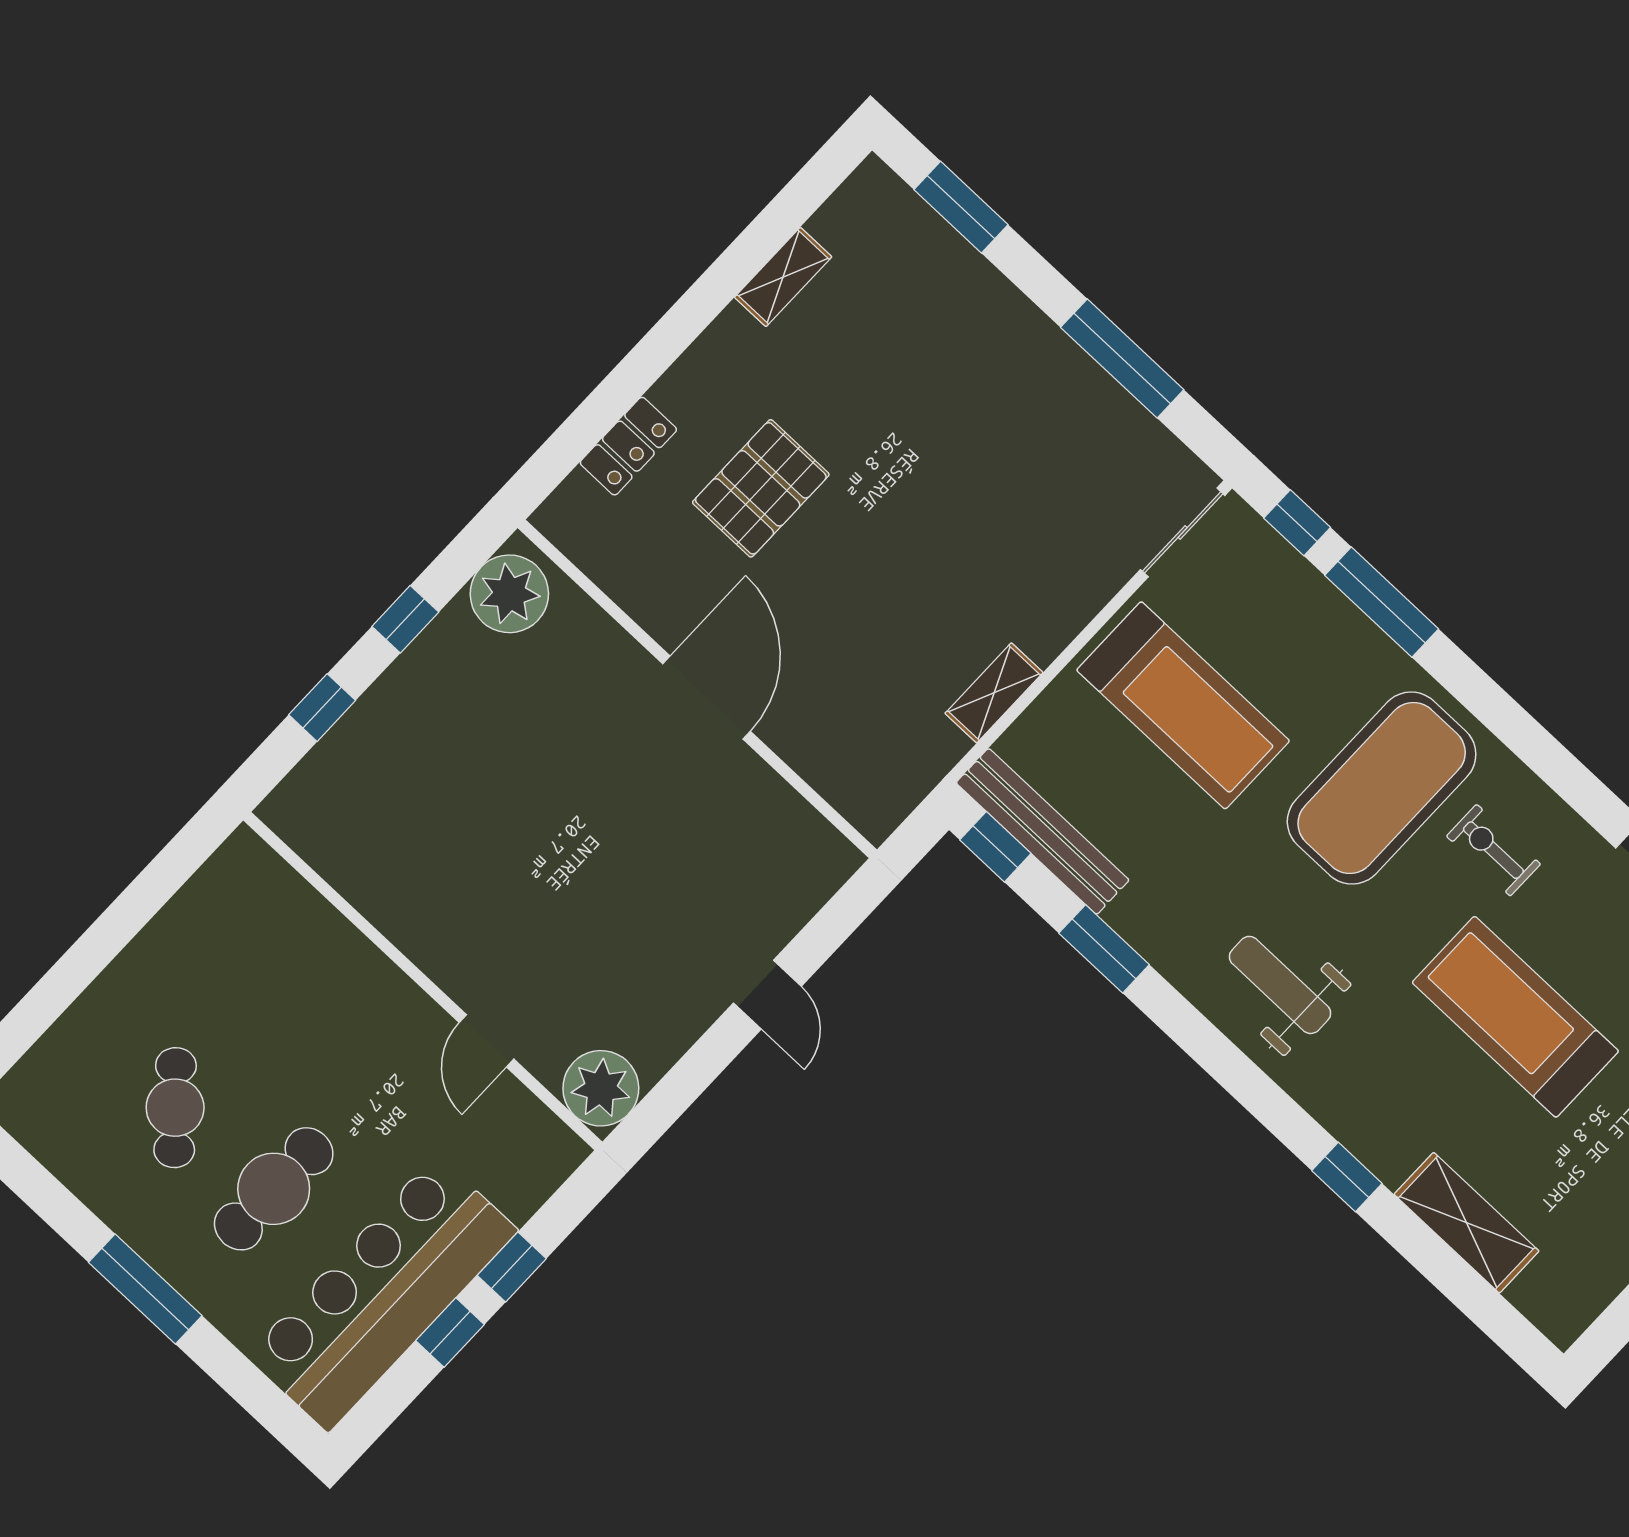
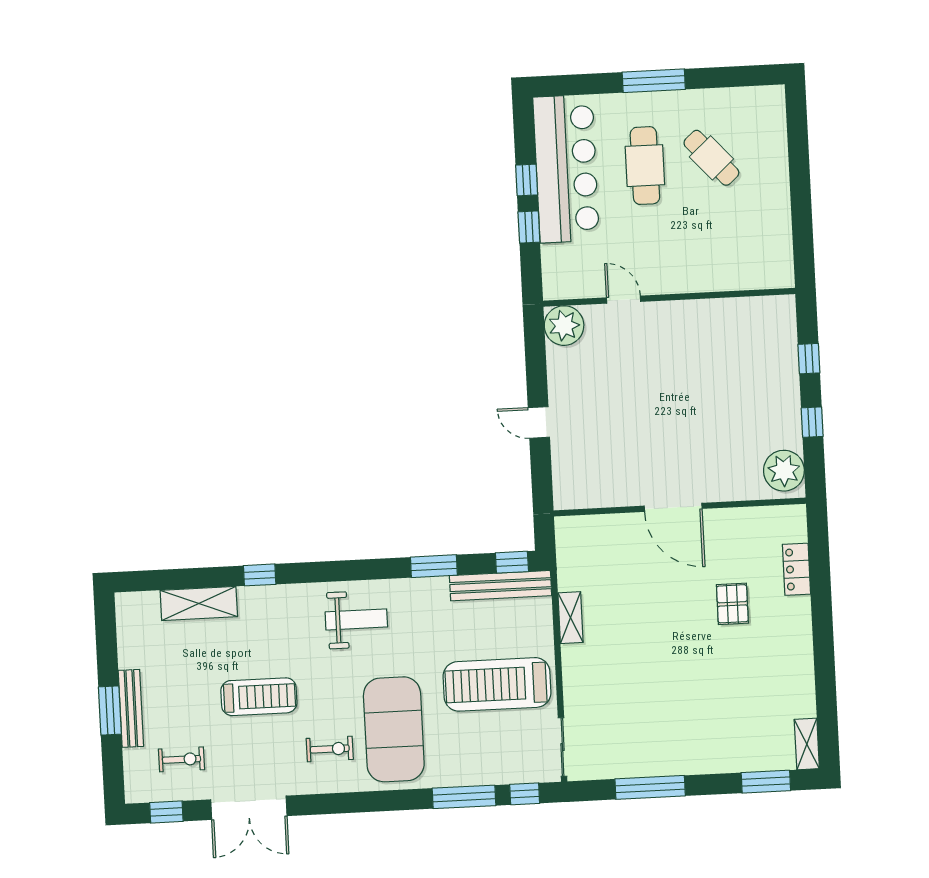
shelving: (783, 277) -> (807, 744), moved
pallet: (761, 488) -> (732, 604), width x0.67, depth x0.71
treadmill: (1515, 1017) -> (259, 697), width x0.73, depth x0.73

